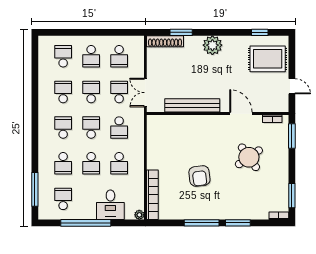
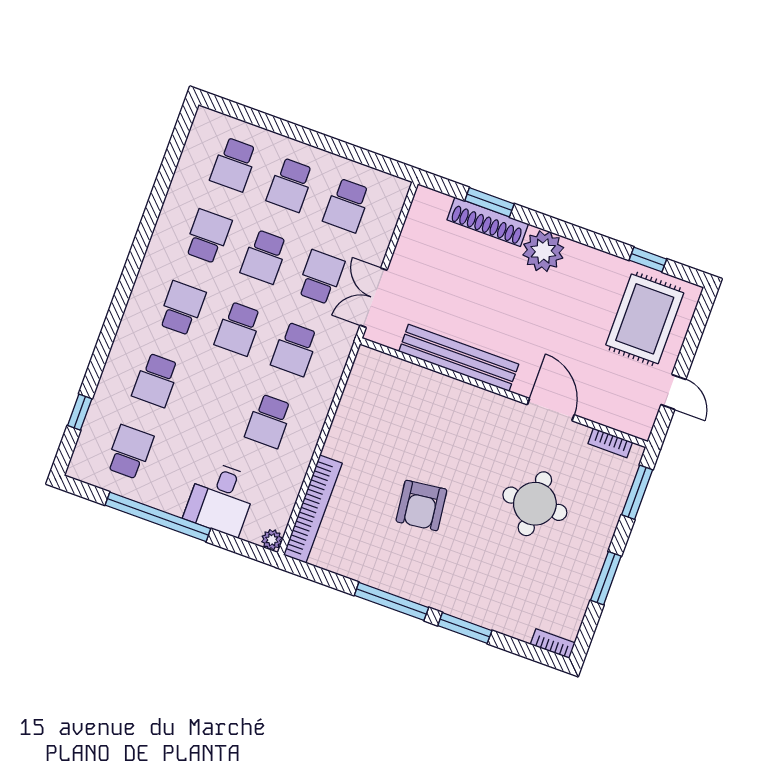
shoe rack: (165, 41) -> (488, 222), moved
school desk: (63, 56) -> (234, 164), turned 180
rug: (268, 59) -> (645, 319), turned 90
school desk: (91, 92) -> (264, 257), turned 180
school desk: (91, 128) -> (238, 329), turned 180
round table: (249, 157) -> (535, 504), turned 35
school desk: (91, 163) -> (212, 401), removed
window: (35, 189) -> (80, 412), width x0.46
window: (292, 196) -> (606, 578), moved

